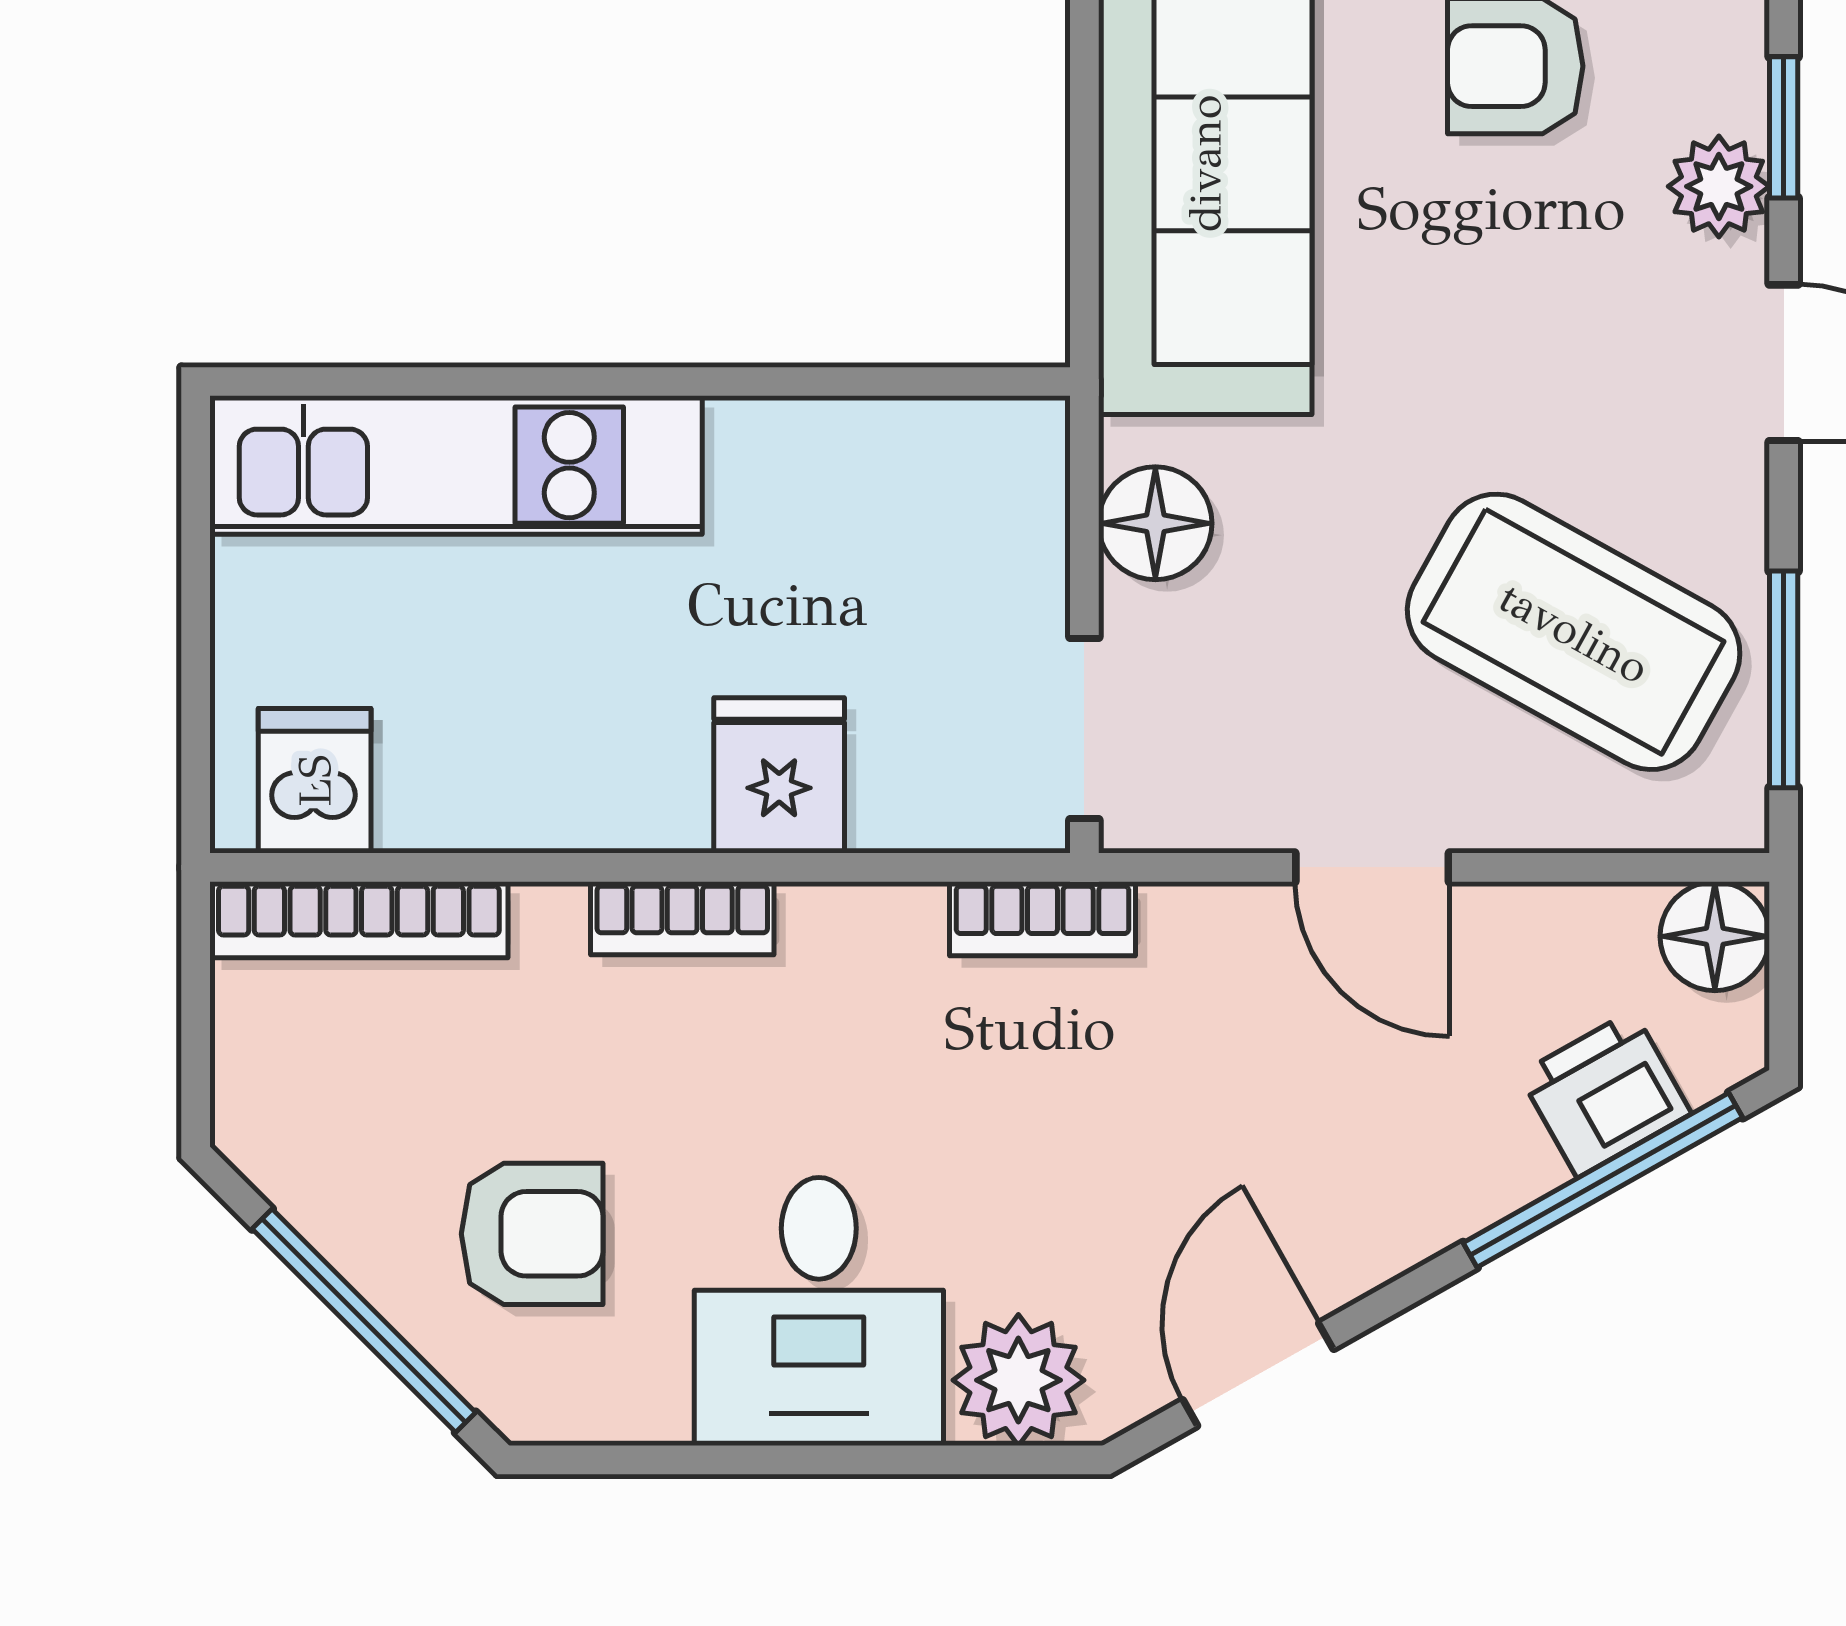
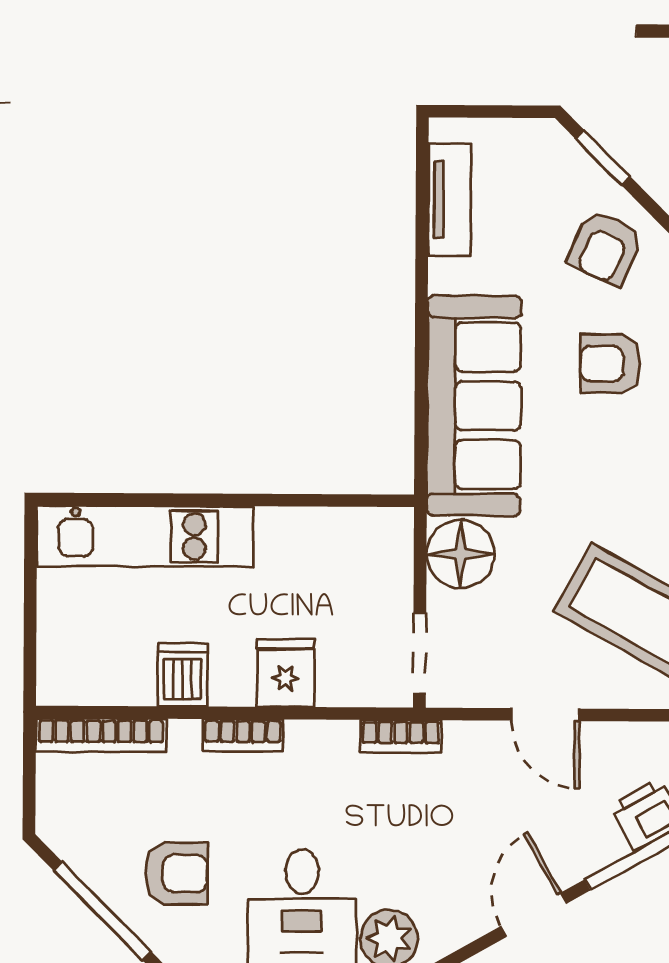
floor lamp: (1155, 523) -> (461, 554), width x1.38, depth x1.38
dishwasher: (315, 781) -> (183, 675), moved
door: (1258, 1374) -> (534, 915), moved

